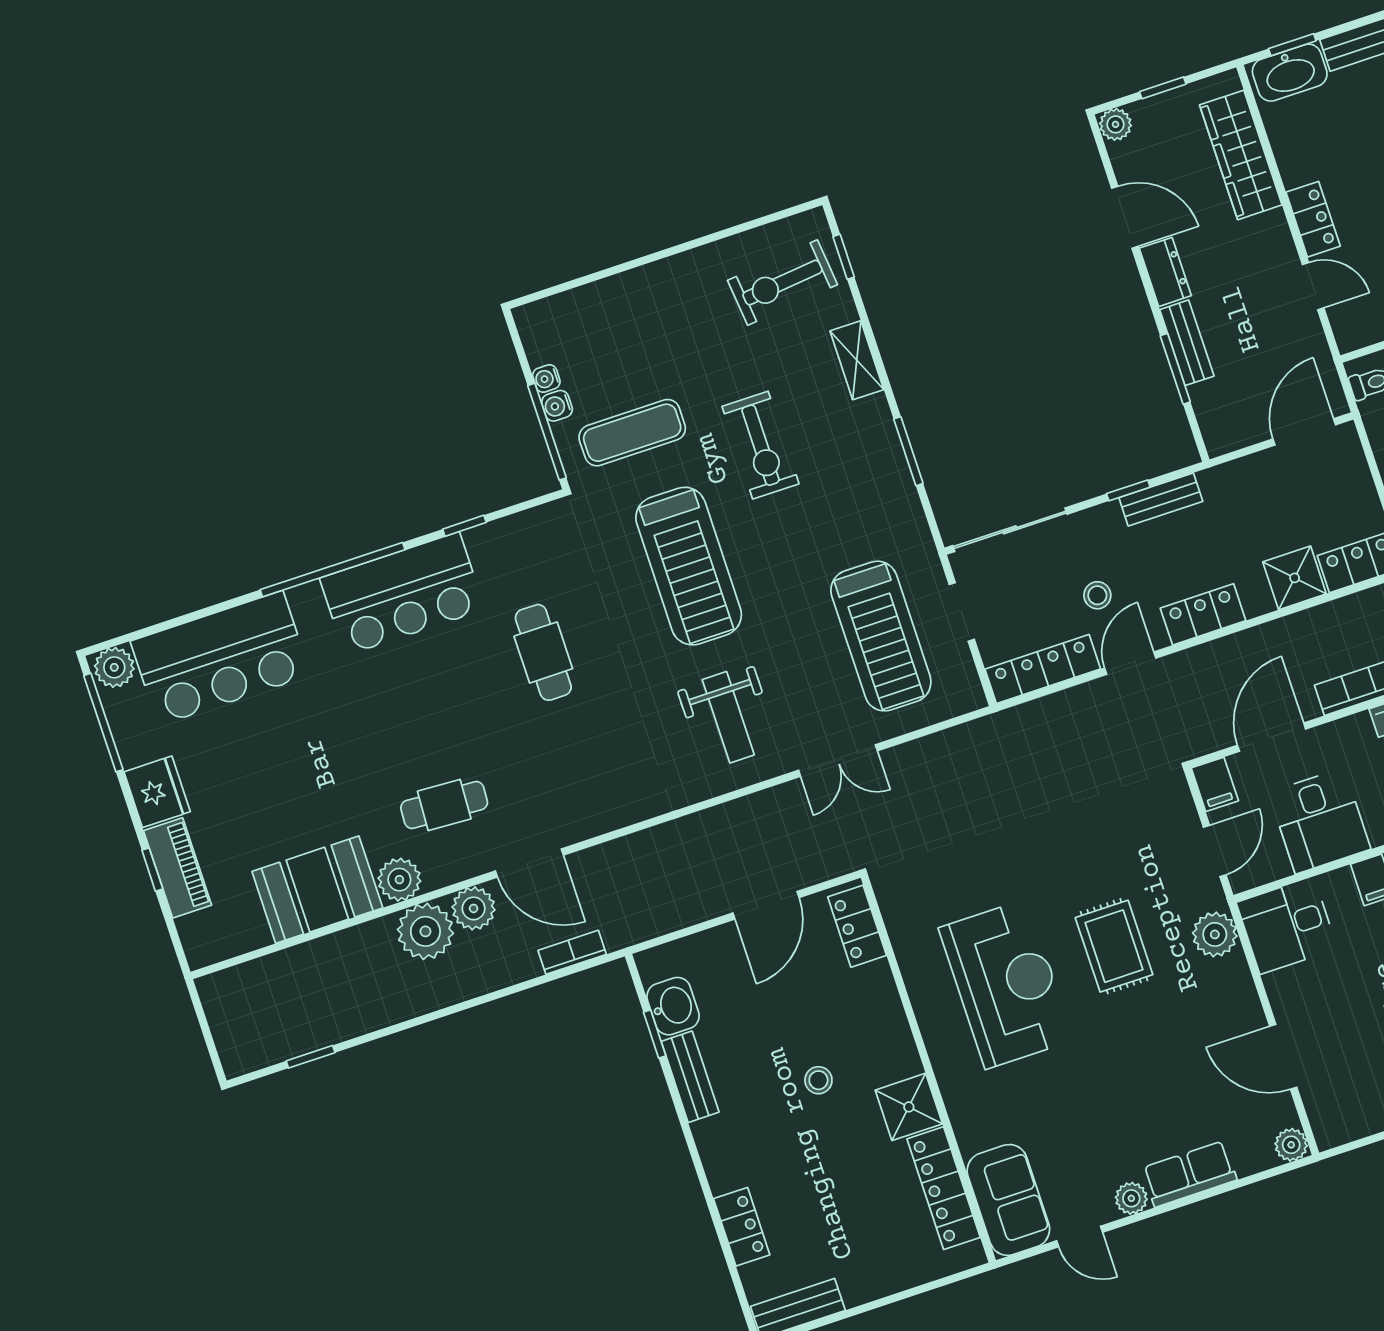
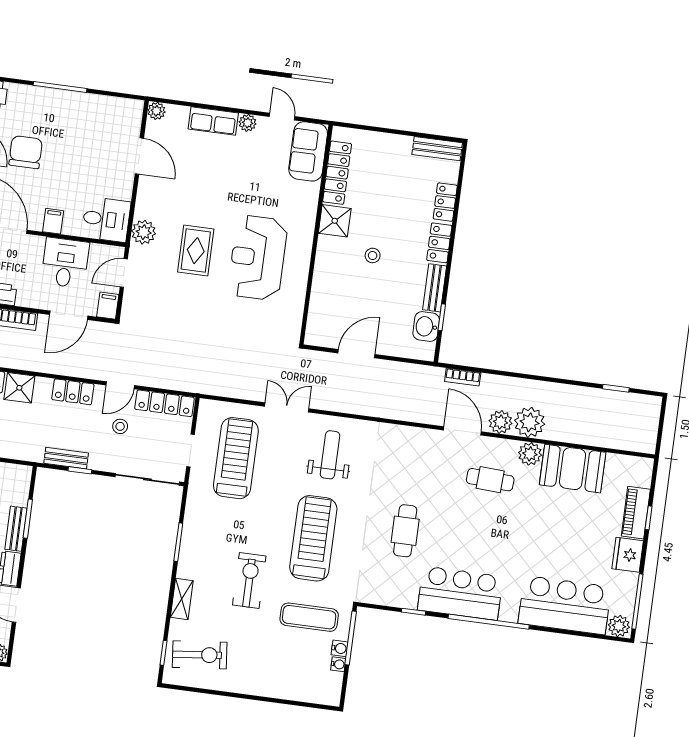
locker: (857, 926) -> (439, 243), moved, turned 180

